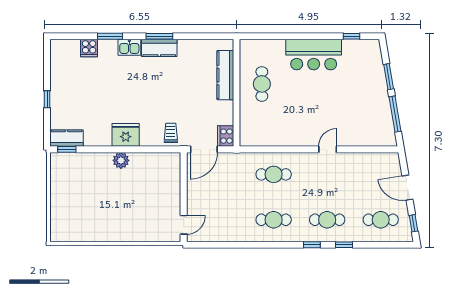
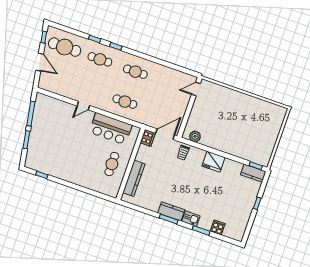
bar counter: (314, 55) -> (111, 129), moved, turned 180
plant: (121, 160) -> (195, 136), moved
cafe table: (381, 220) -> (65, 47), width x1.37, depth x1.35

